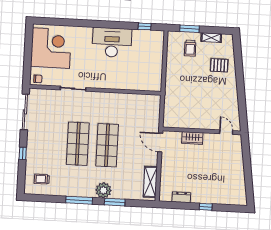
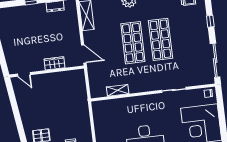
shelving: (132, 98) -> (118, 90), added

